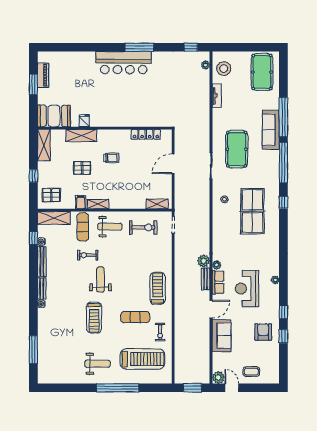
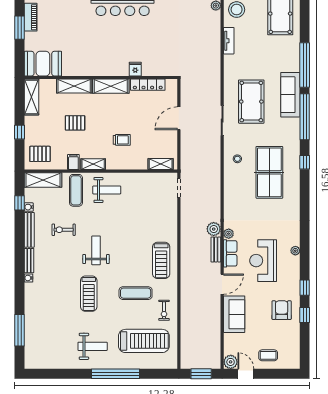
fridge: (84, 121) -> (135, 69), moved
sofa: (271, 130) -> (290, 95), moved
shelving: (113, 136) -> (111, 86), added
trolley: (111, 158) -> (122, 140), moved
exercise bike: (143, 227) -> (145, 191), removed
exercise bike: (88, 255) -> (64, 230), moved
treadmill: (158, 288) -> (161, 260), turned 180

